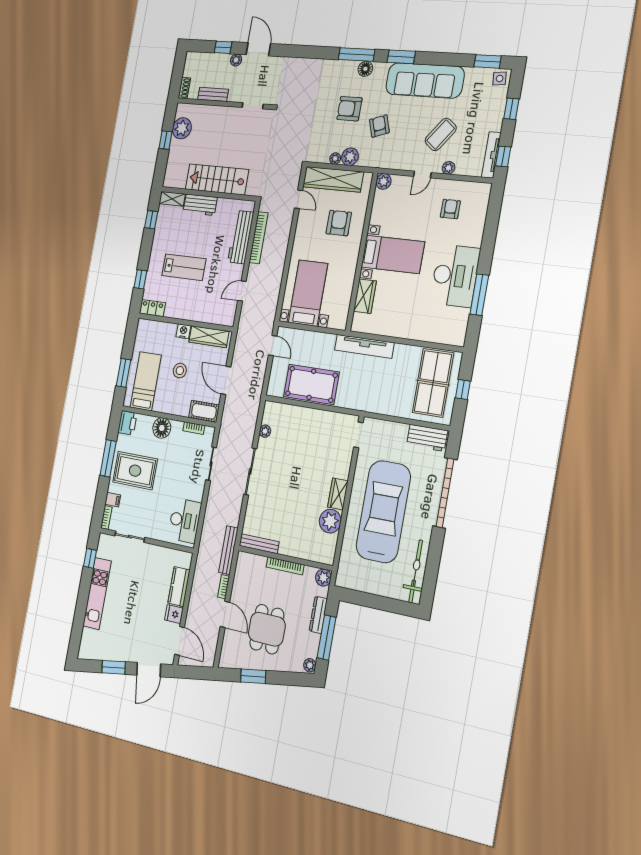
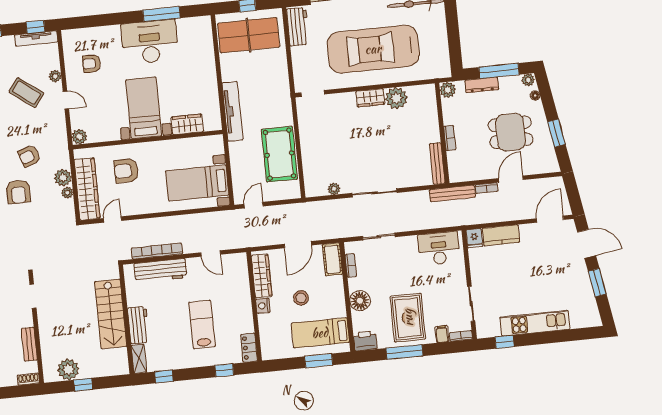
bookcase: (285, 566) -> (450, 138), width x0.64
fridge: (174, 614) -> (474, 238), moved
floor lamp: (293, 667) -> (535, 96), added

